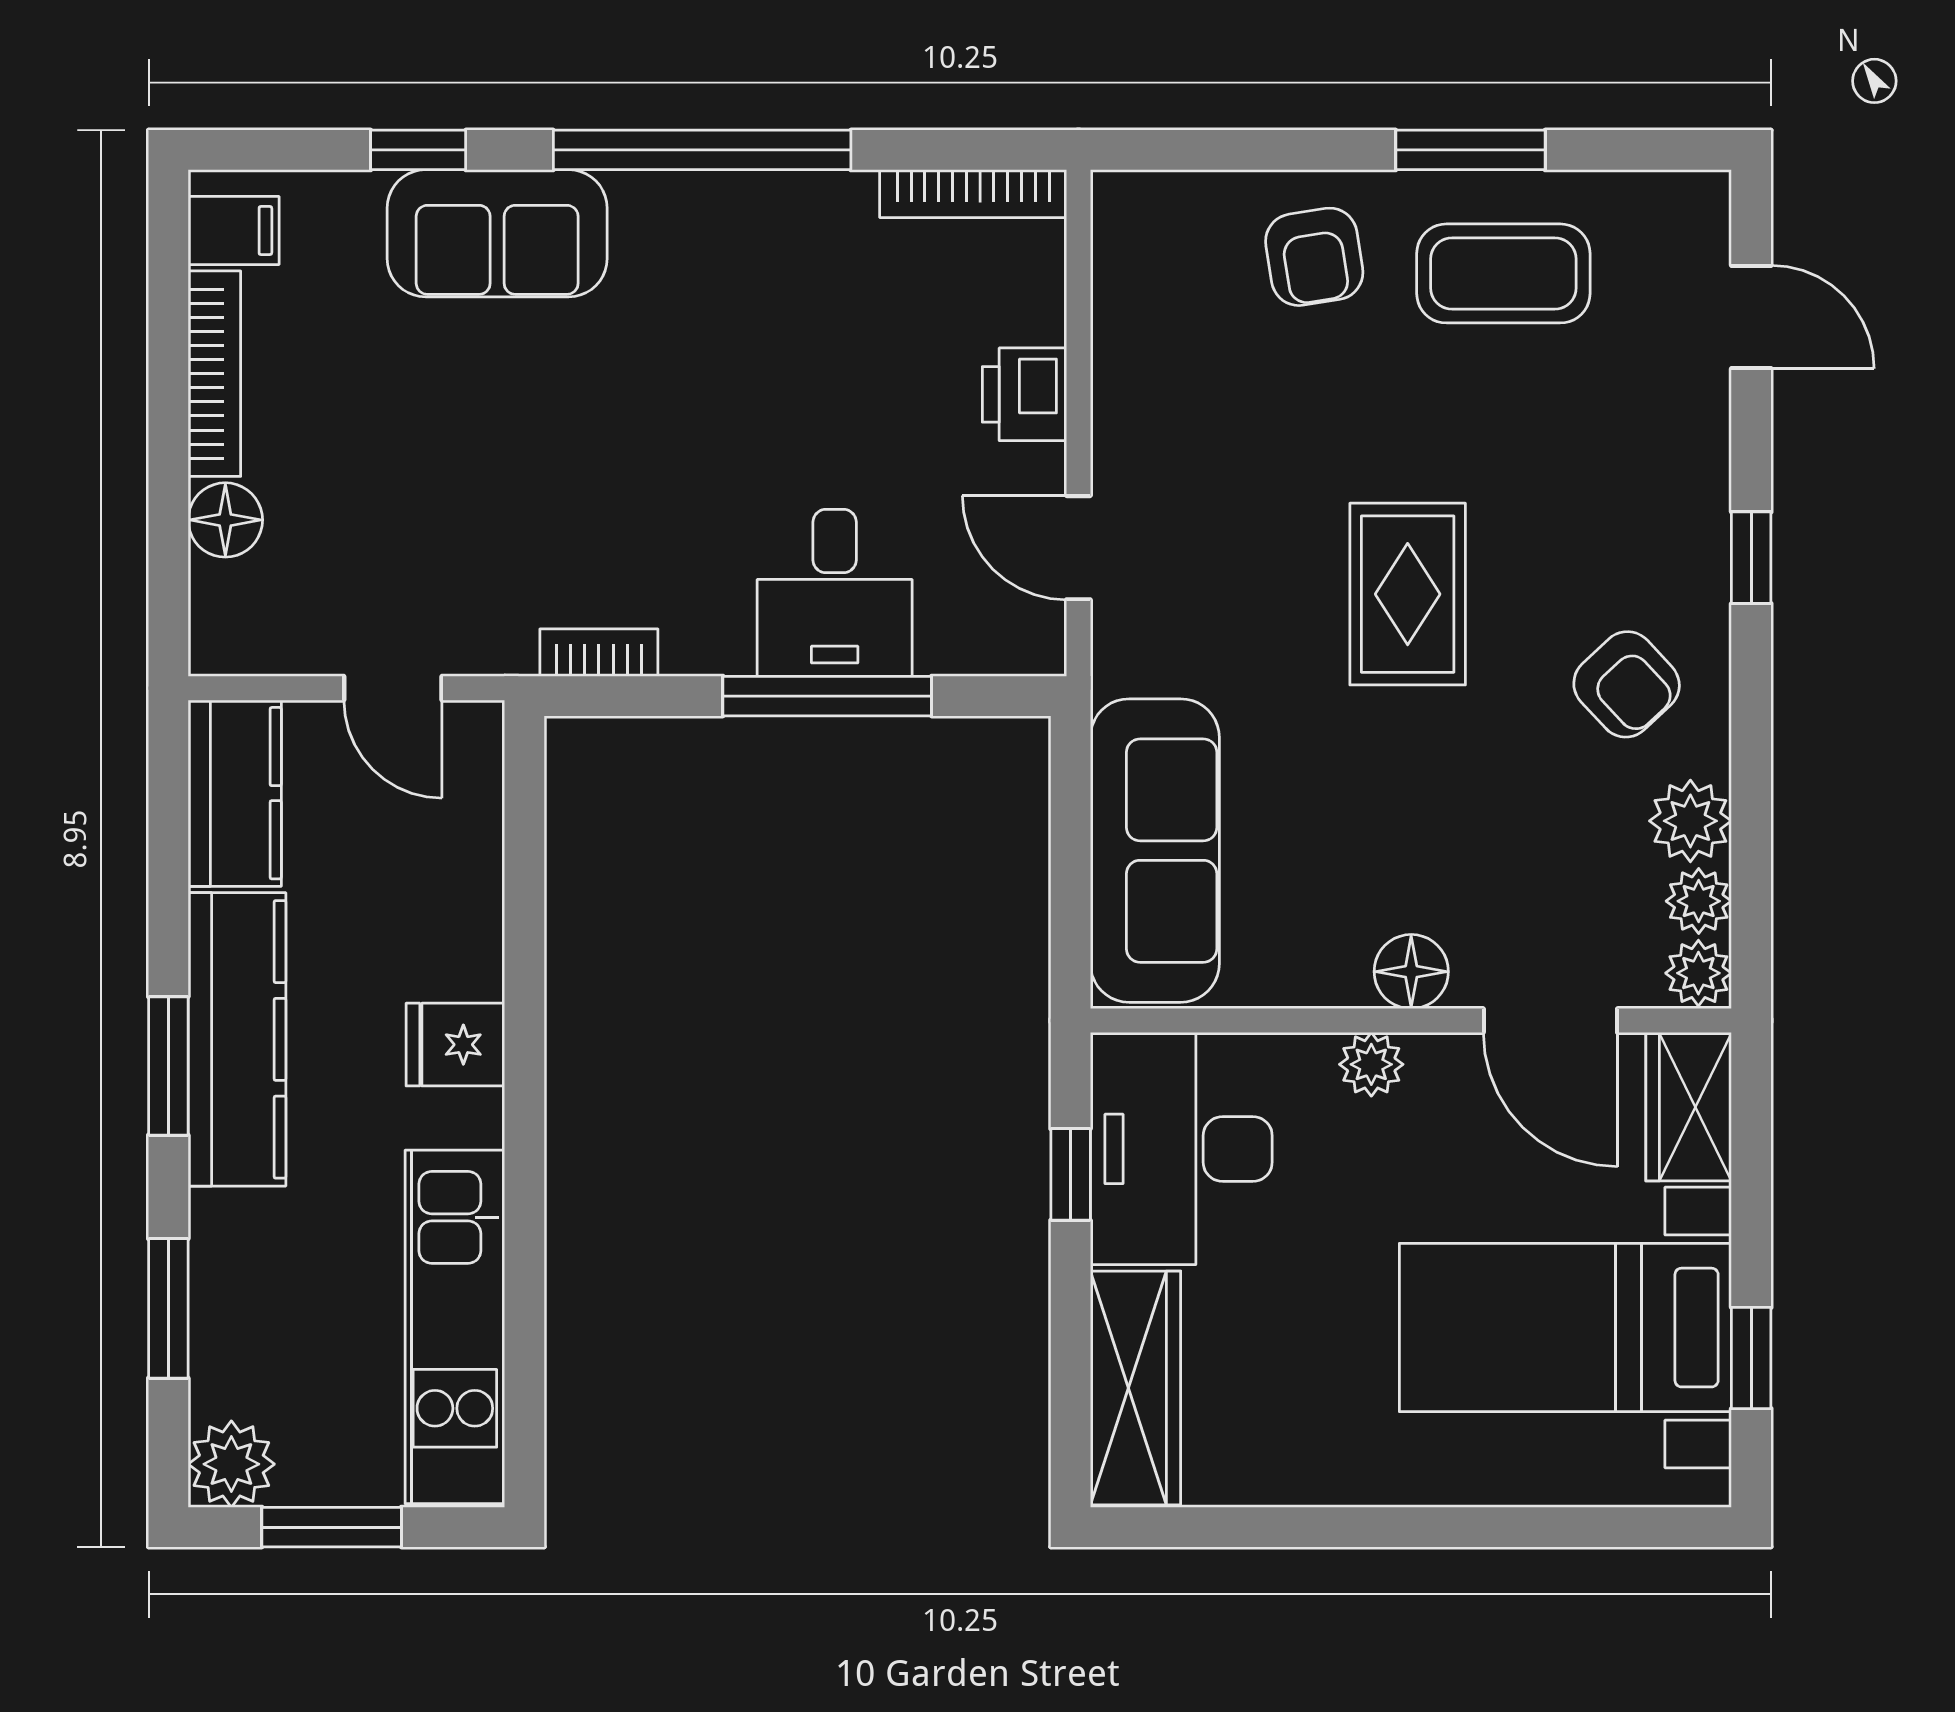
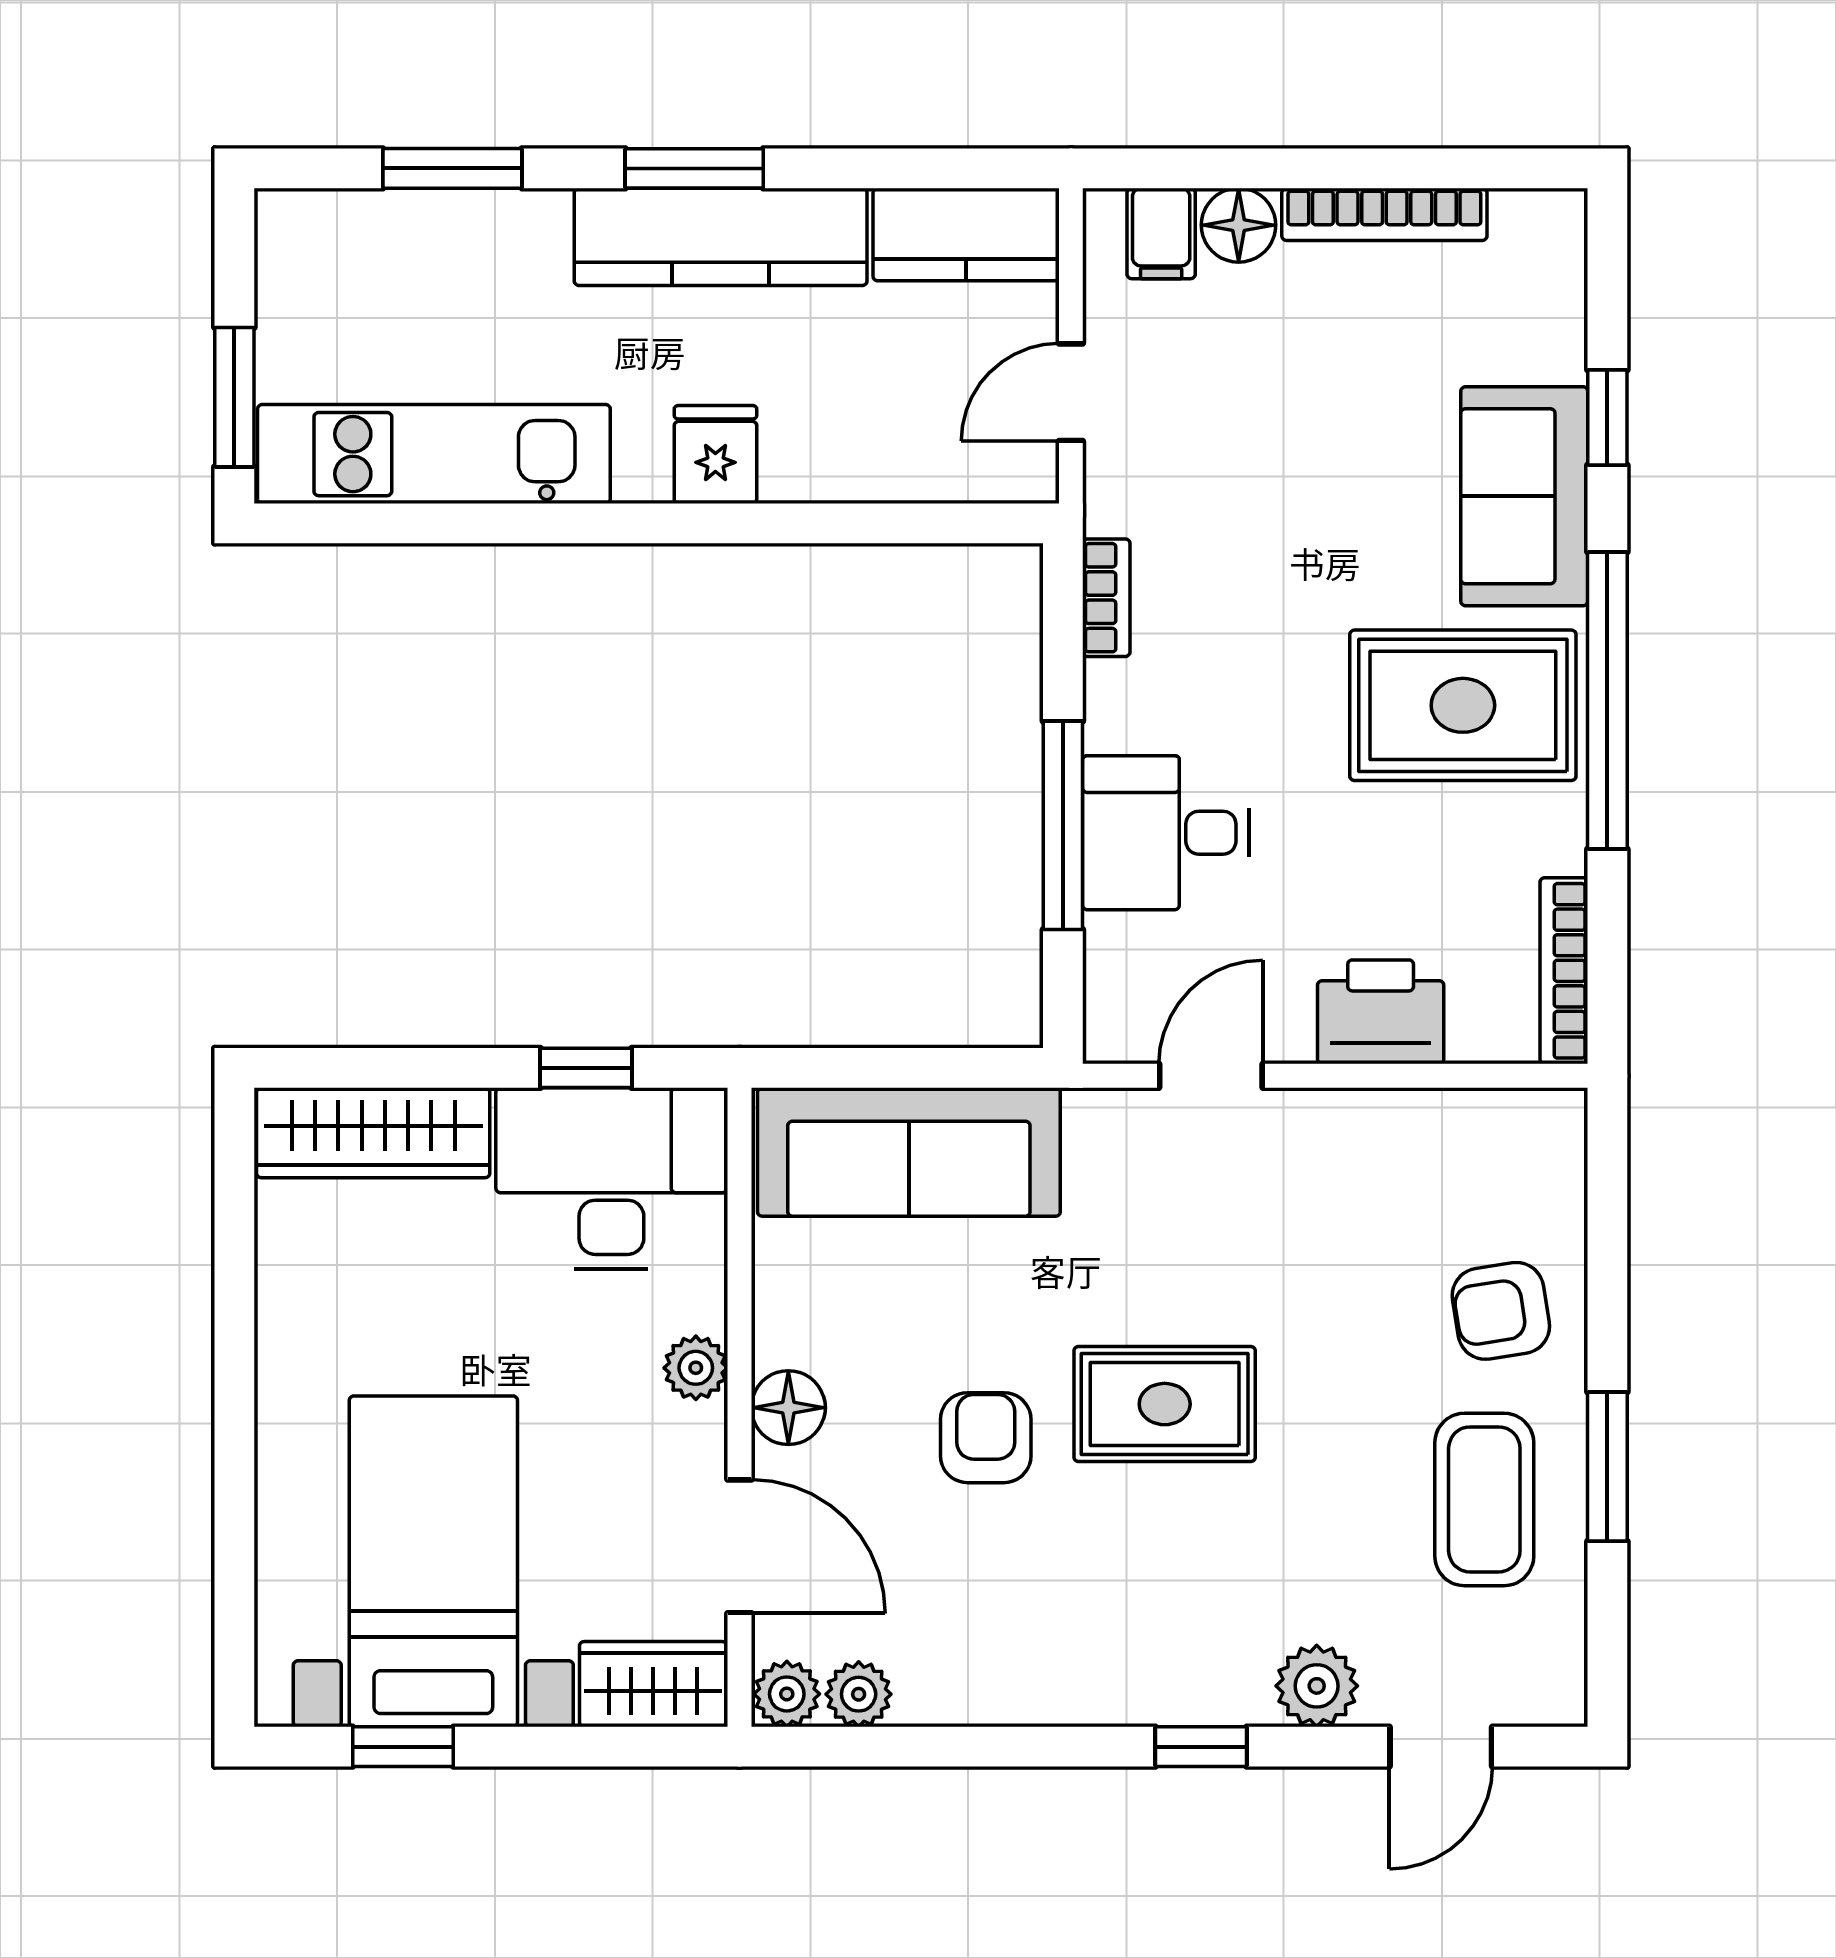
filing cabinet: (234, 231) -> (1161, 233), moved
rug: (707, 295) -> (1463, 705), added
printer: (1024, 394) -> (1381, 1012), width x1.36, depth x1.24
armchair: (1627, 684) -> (986, 1438), moved, turned 133
plant: (1690, 821) -> (1317, 1686), moved
door: (1550, 1021) -> (739, 1546), swing flipped
plant: (231, 1464) -> (297, 231), removed
window: (332, 1527) -> (234, 397), moved

